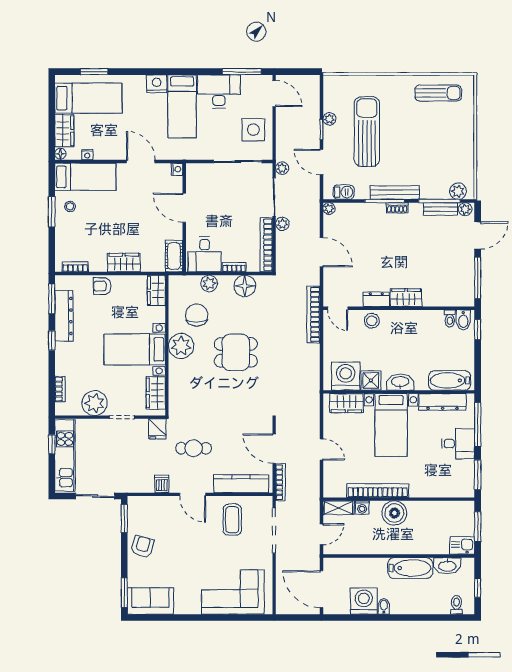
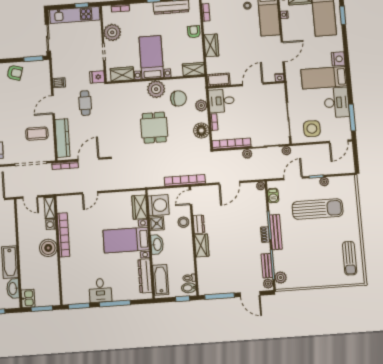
washing machine: (346, 376) -> (158, 205), moved
shower: (371, 380) -> (157, 223), moved
bathtub: (450, 380) -> (161, 280), moved
washbasin: (400, 382) -> (157, 244), moved
wall: (399, 392) -> (150, 244), moved
dresser: (443, 402) -> (145, 276), moved
wardrobe: (346, 403) -> (139, 207), moved
bed with nightstands: (391, 425) -> (126, 240), moved

